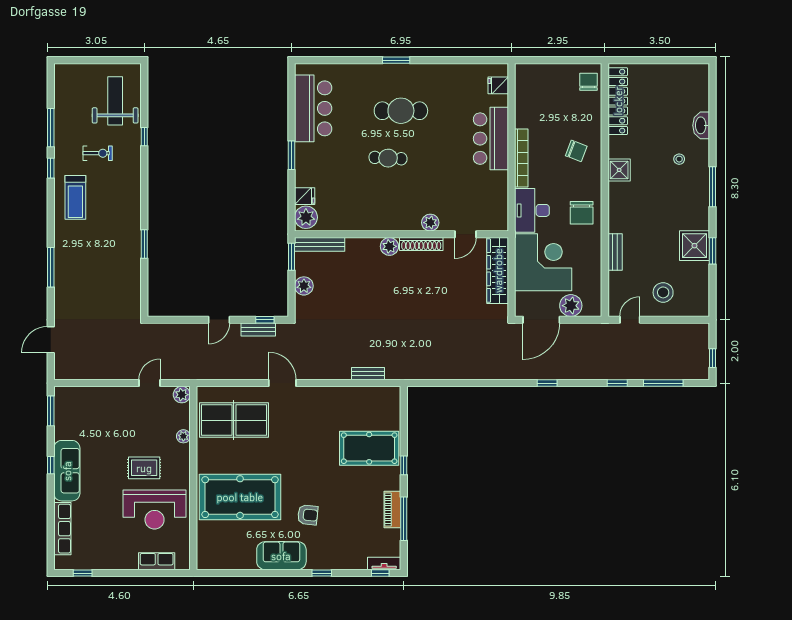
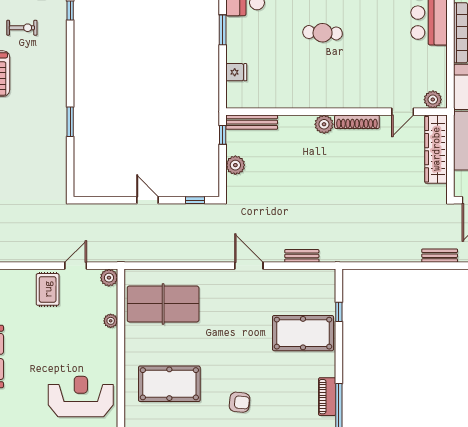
plant: (306, 217) -> (238, 94), removed
plant: (430, 223) -> (433, 100), moved
window: (291, 257) -> (223, 135), width x0.67
door: (219, 320) -> (147, 200), swing flipped
bench: (258, 329) -> (440, 256), moved
door: (282, 383) -> (249, 266), moved
window: (404, 465) -> (339, 312), moved
rug: (144, 468) -> (48, 289), moved, turned 90
pool table: (240, 497) -> (169, 384), width x0.73, depth x0.76
reception desk: (155, 509) -> (81, 397), turned 180

